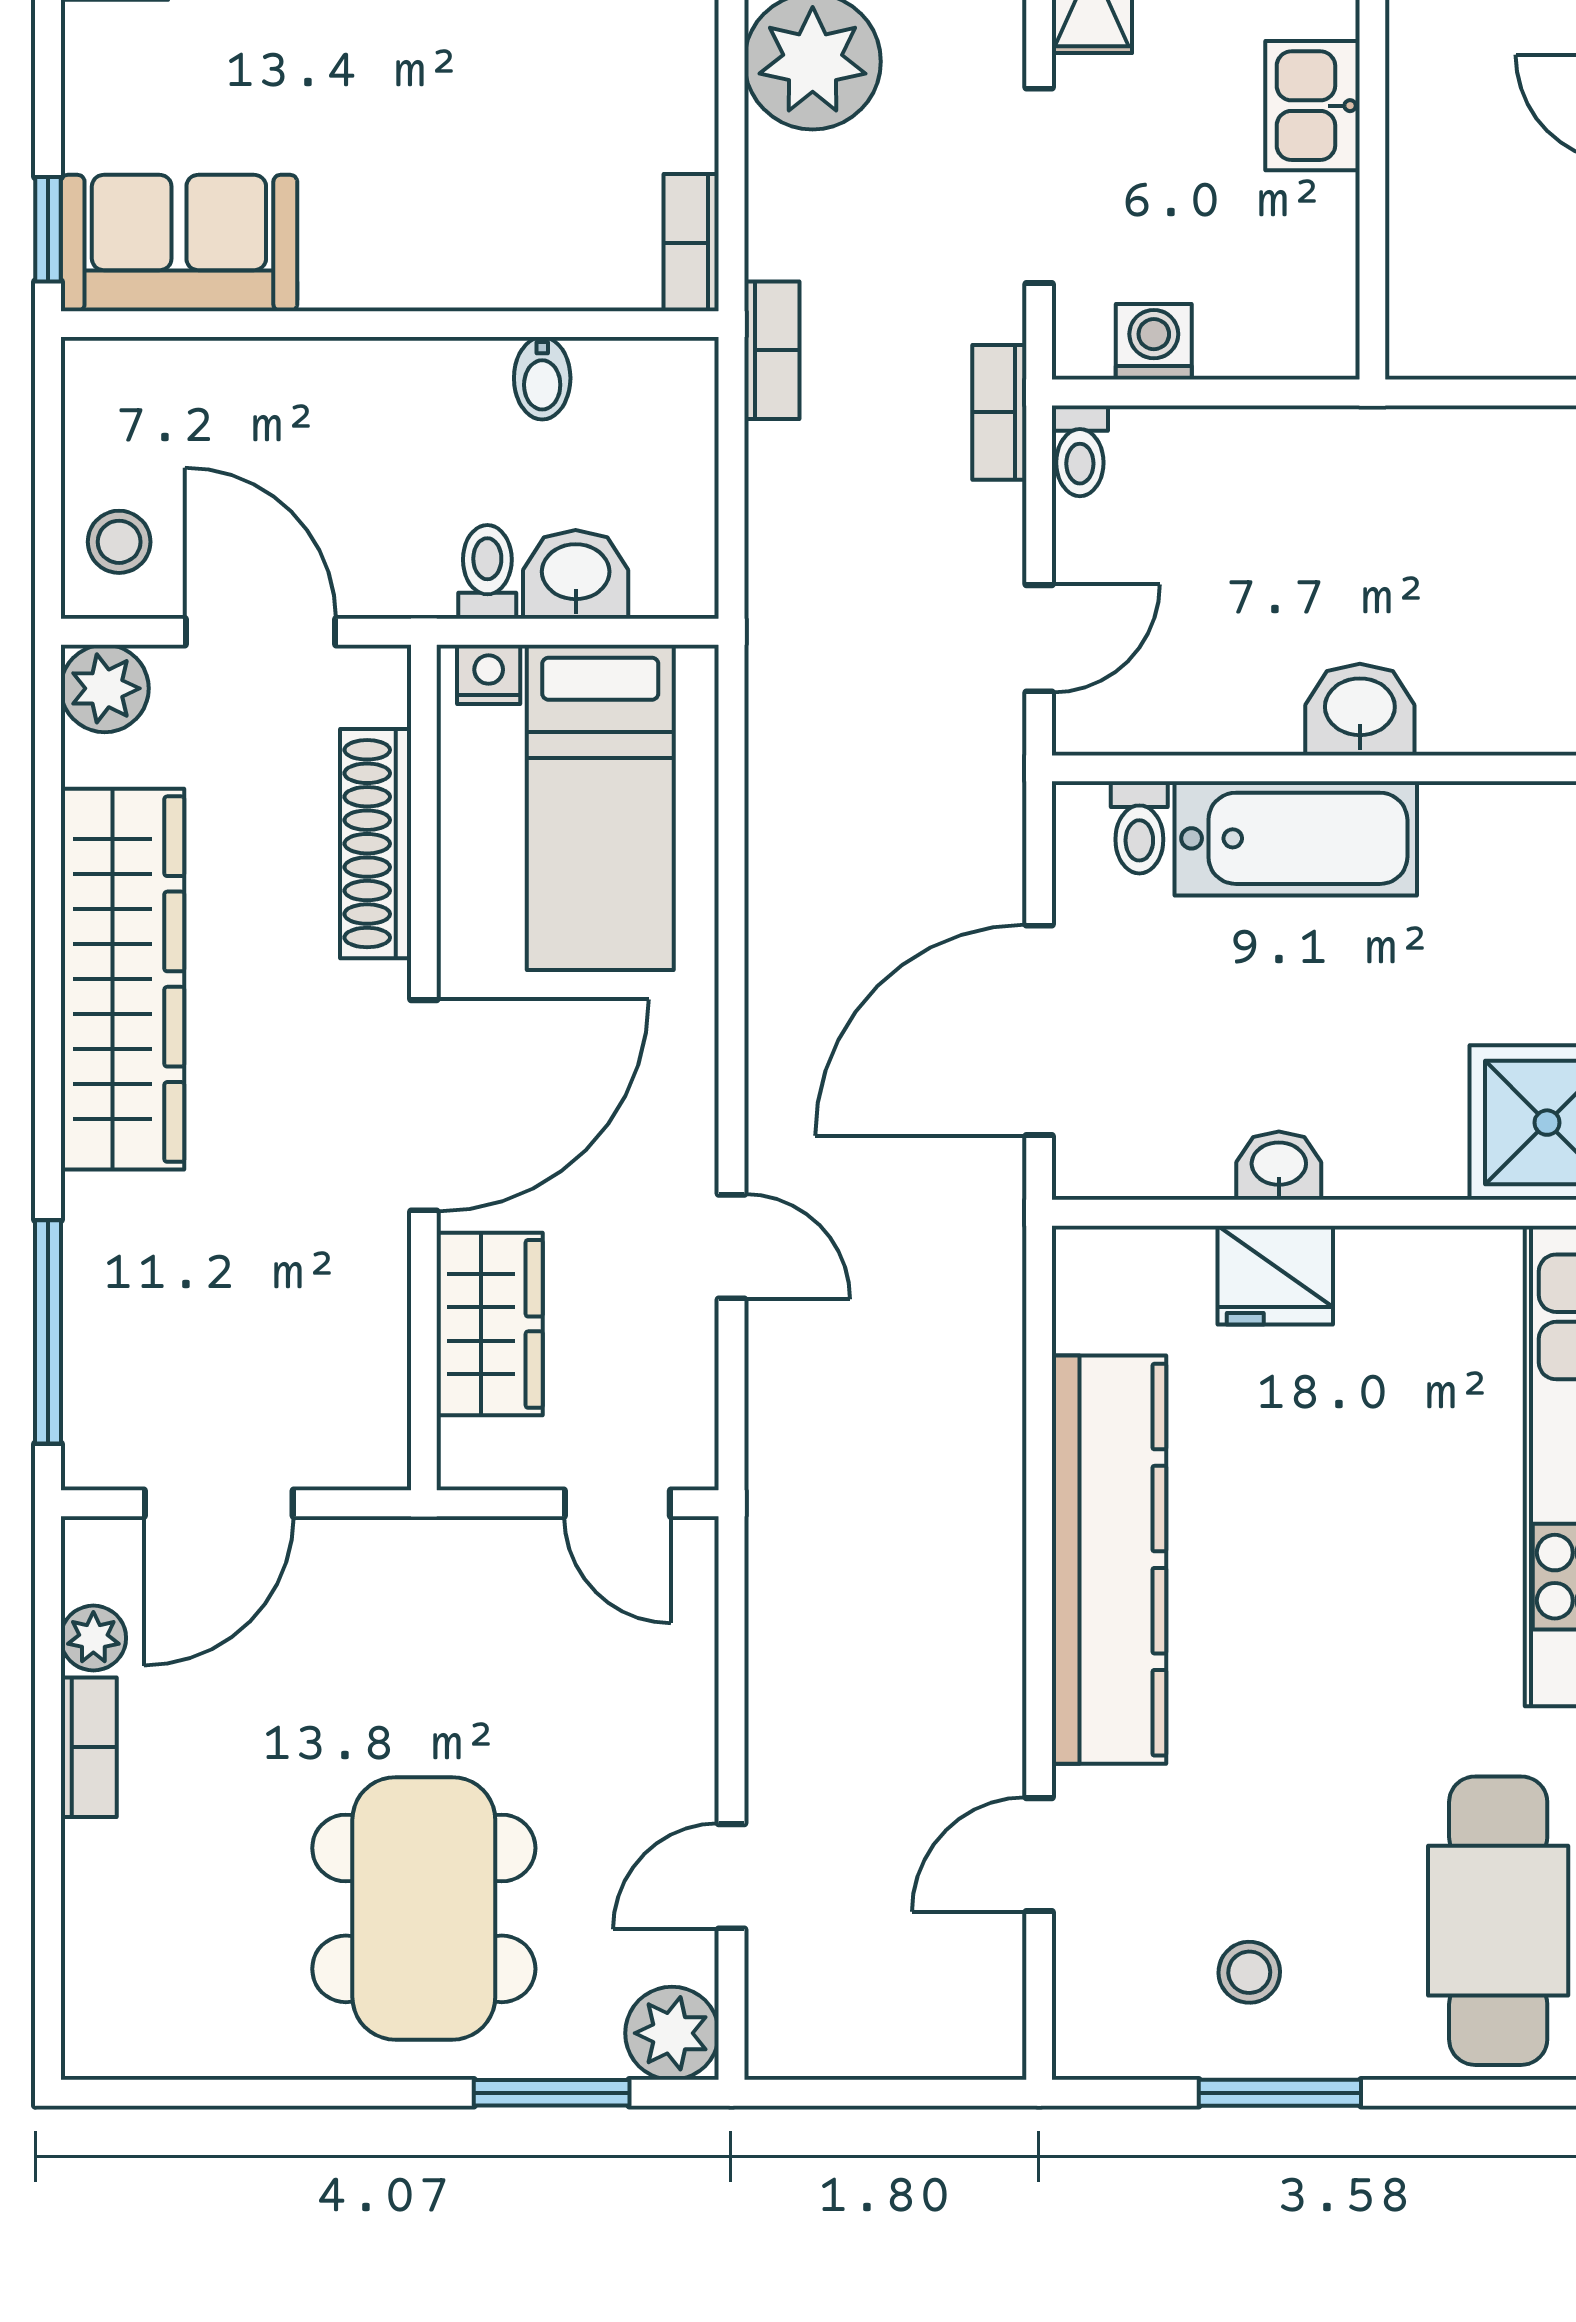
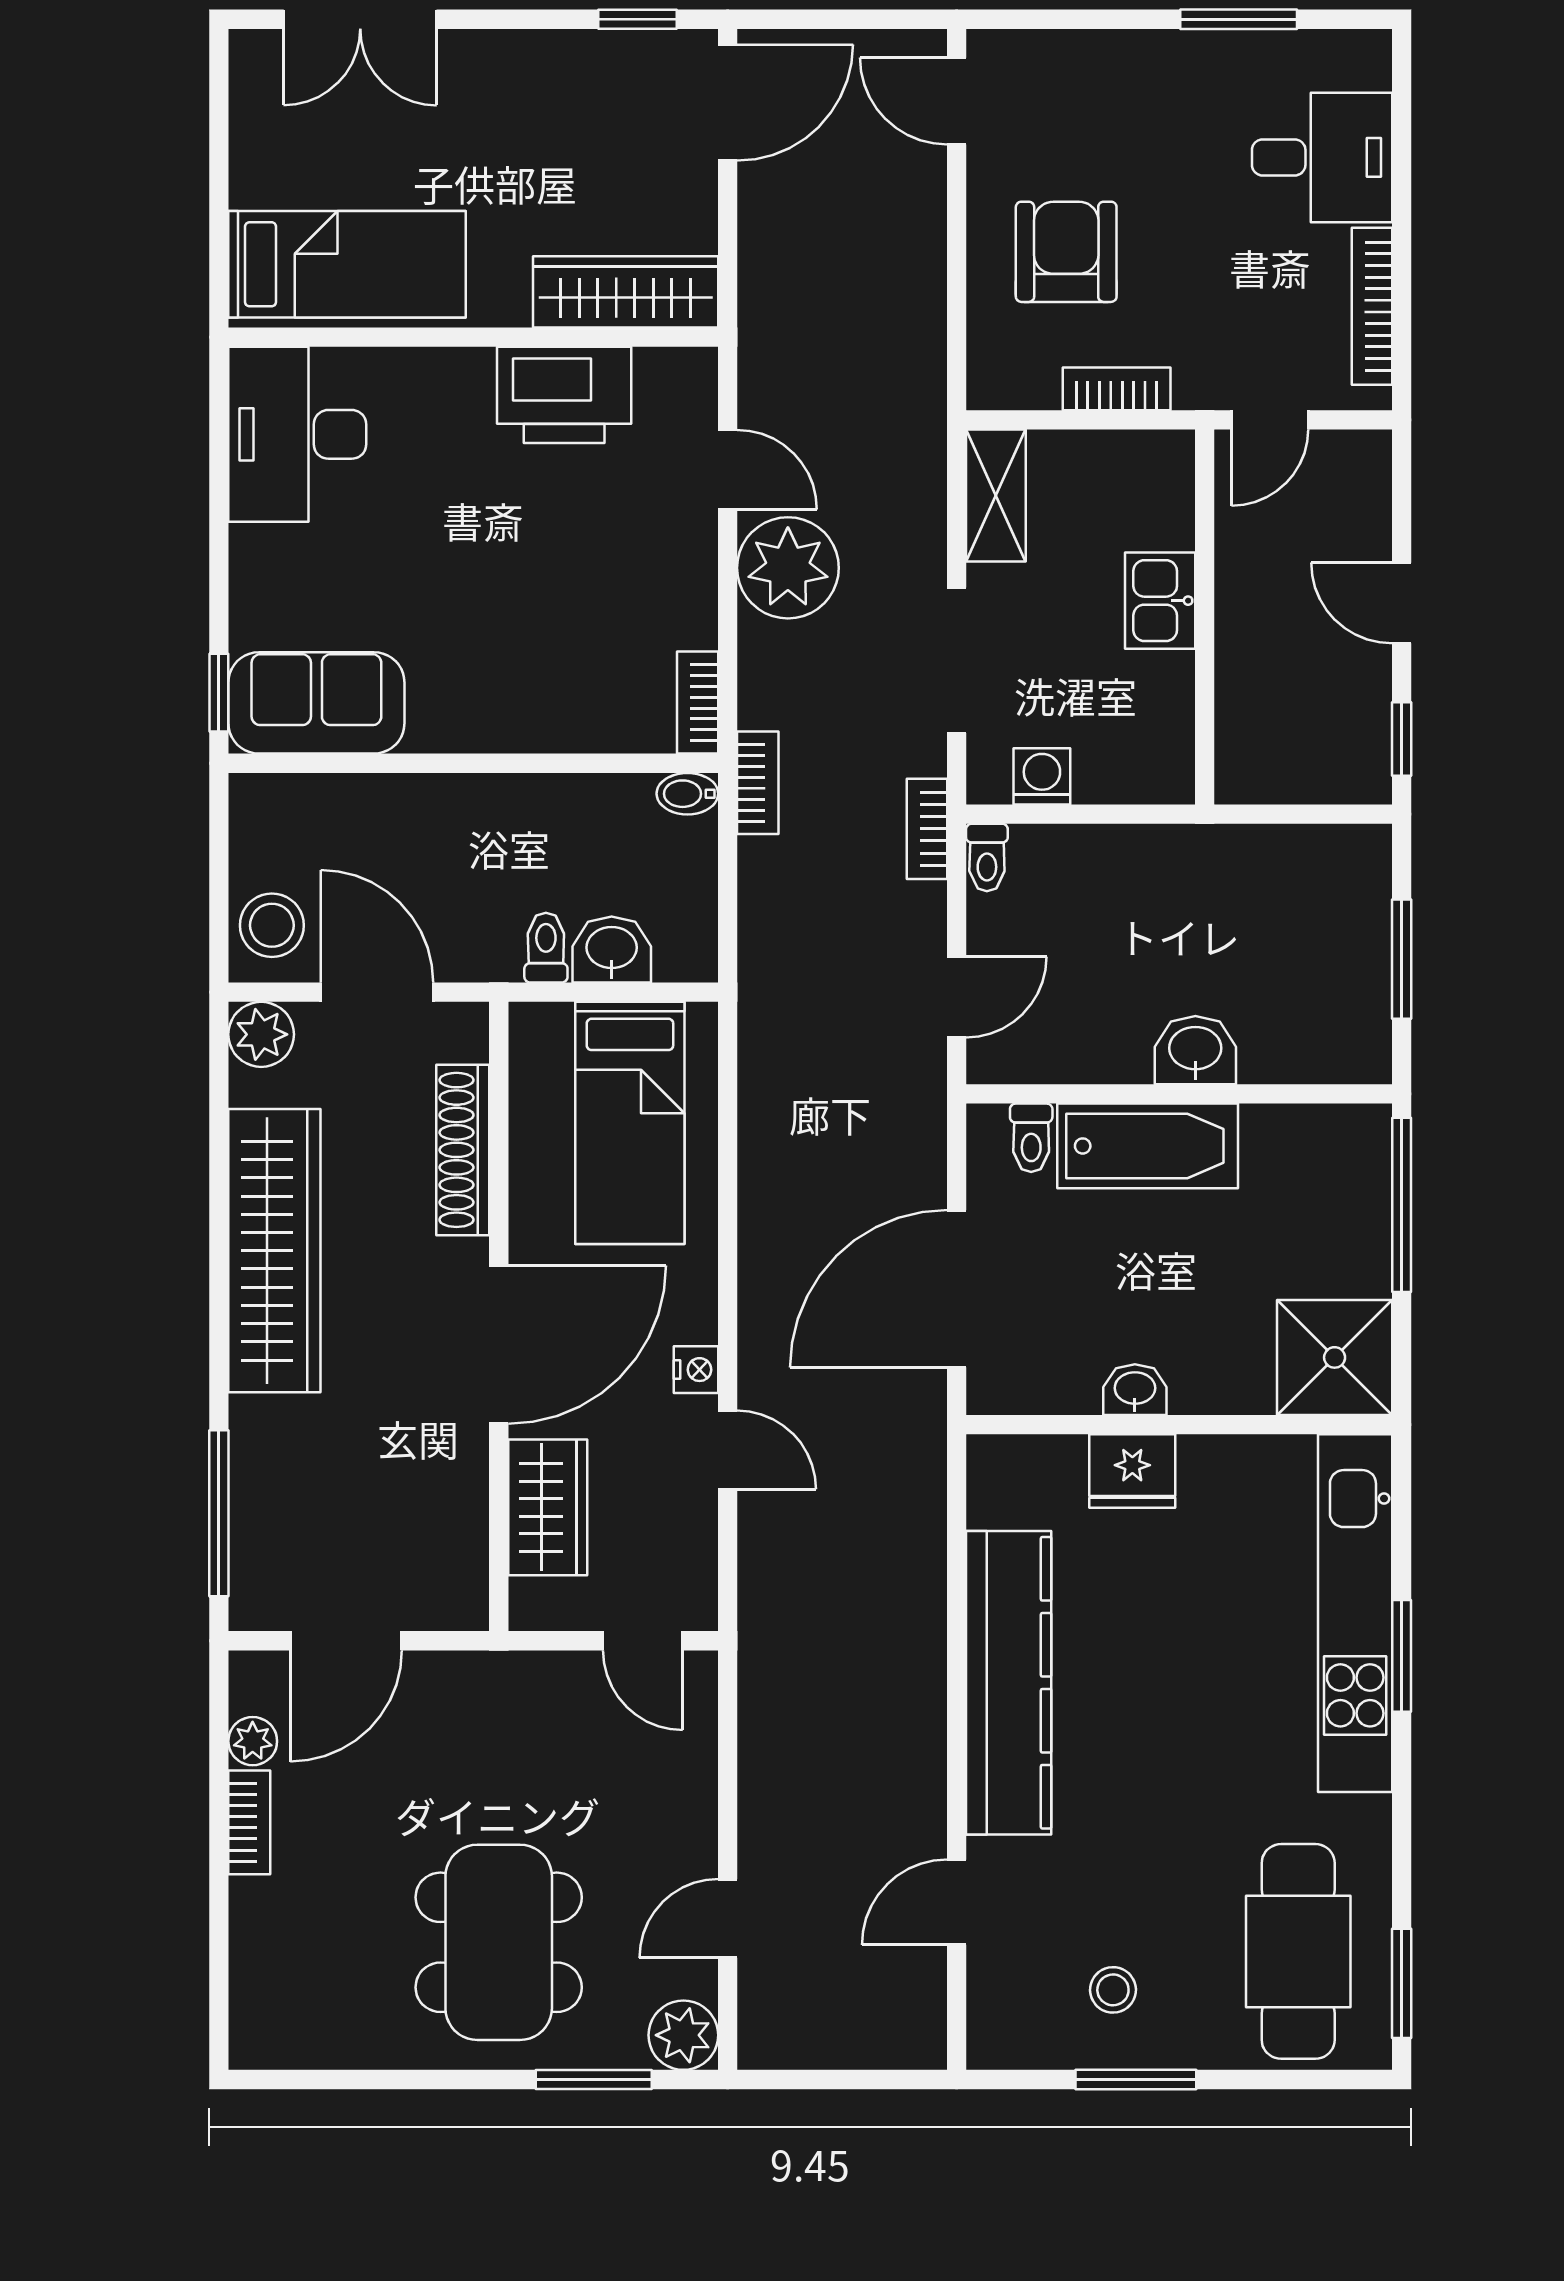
bidet: (542, 378) -> (687, 794), moved, turned 90
stool: (119, 542) -> (272, 925), width x1.37, depth x1.37
nightstand: (489, 674) -> (696, 1370), moved, turned 90

